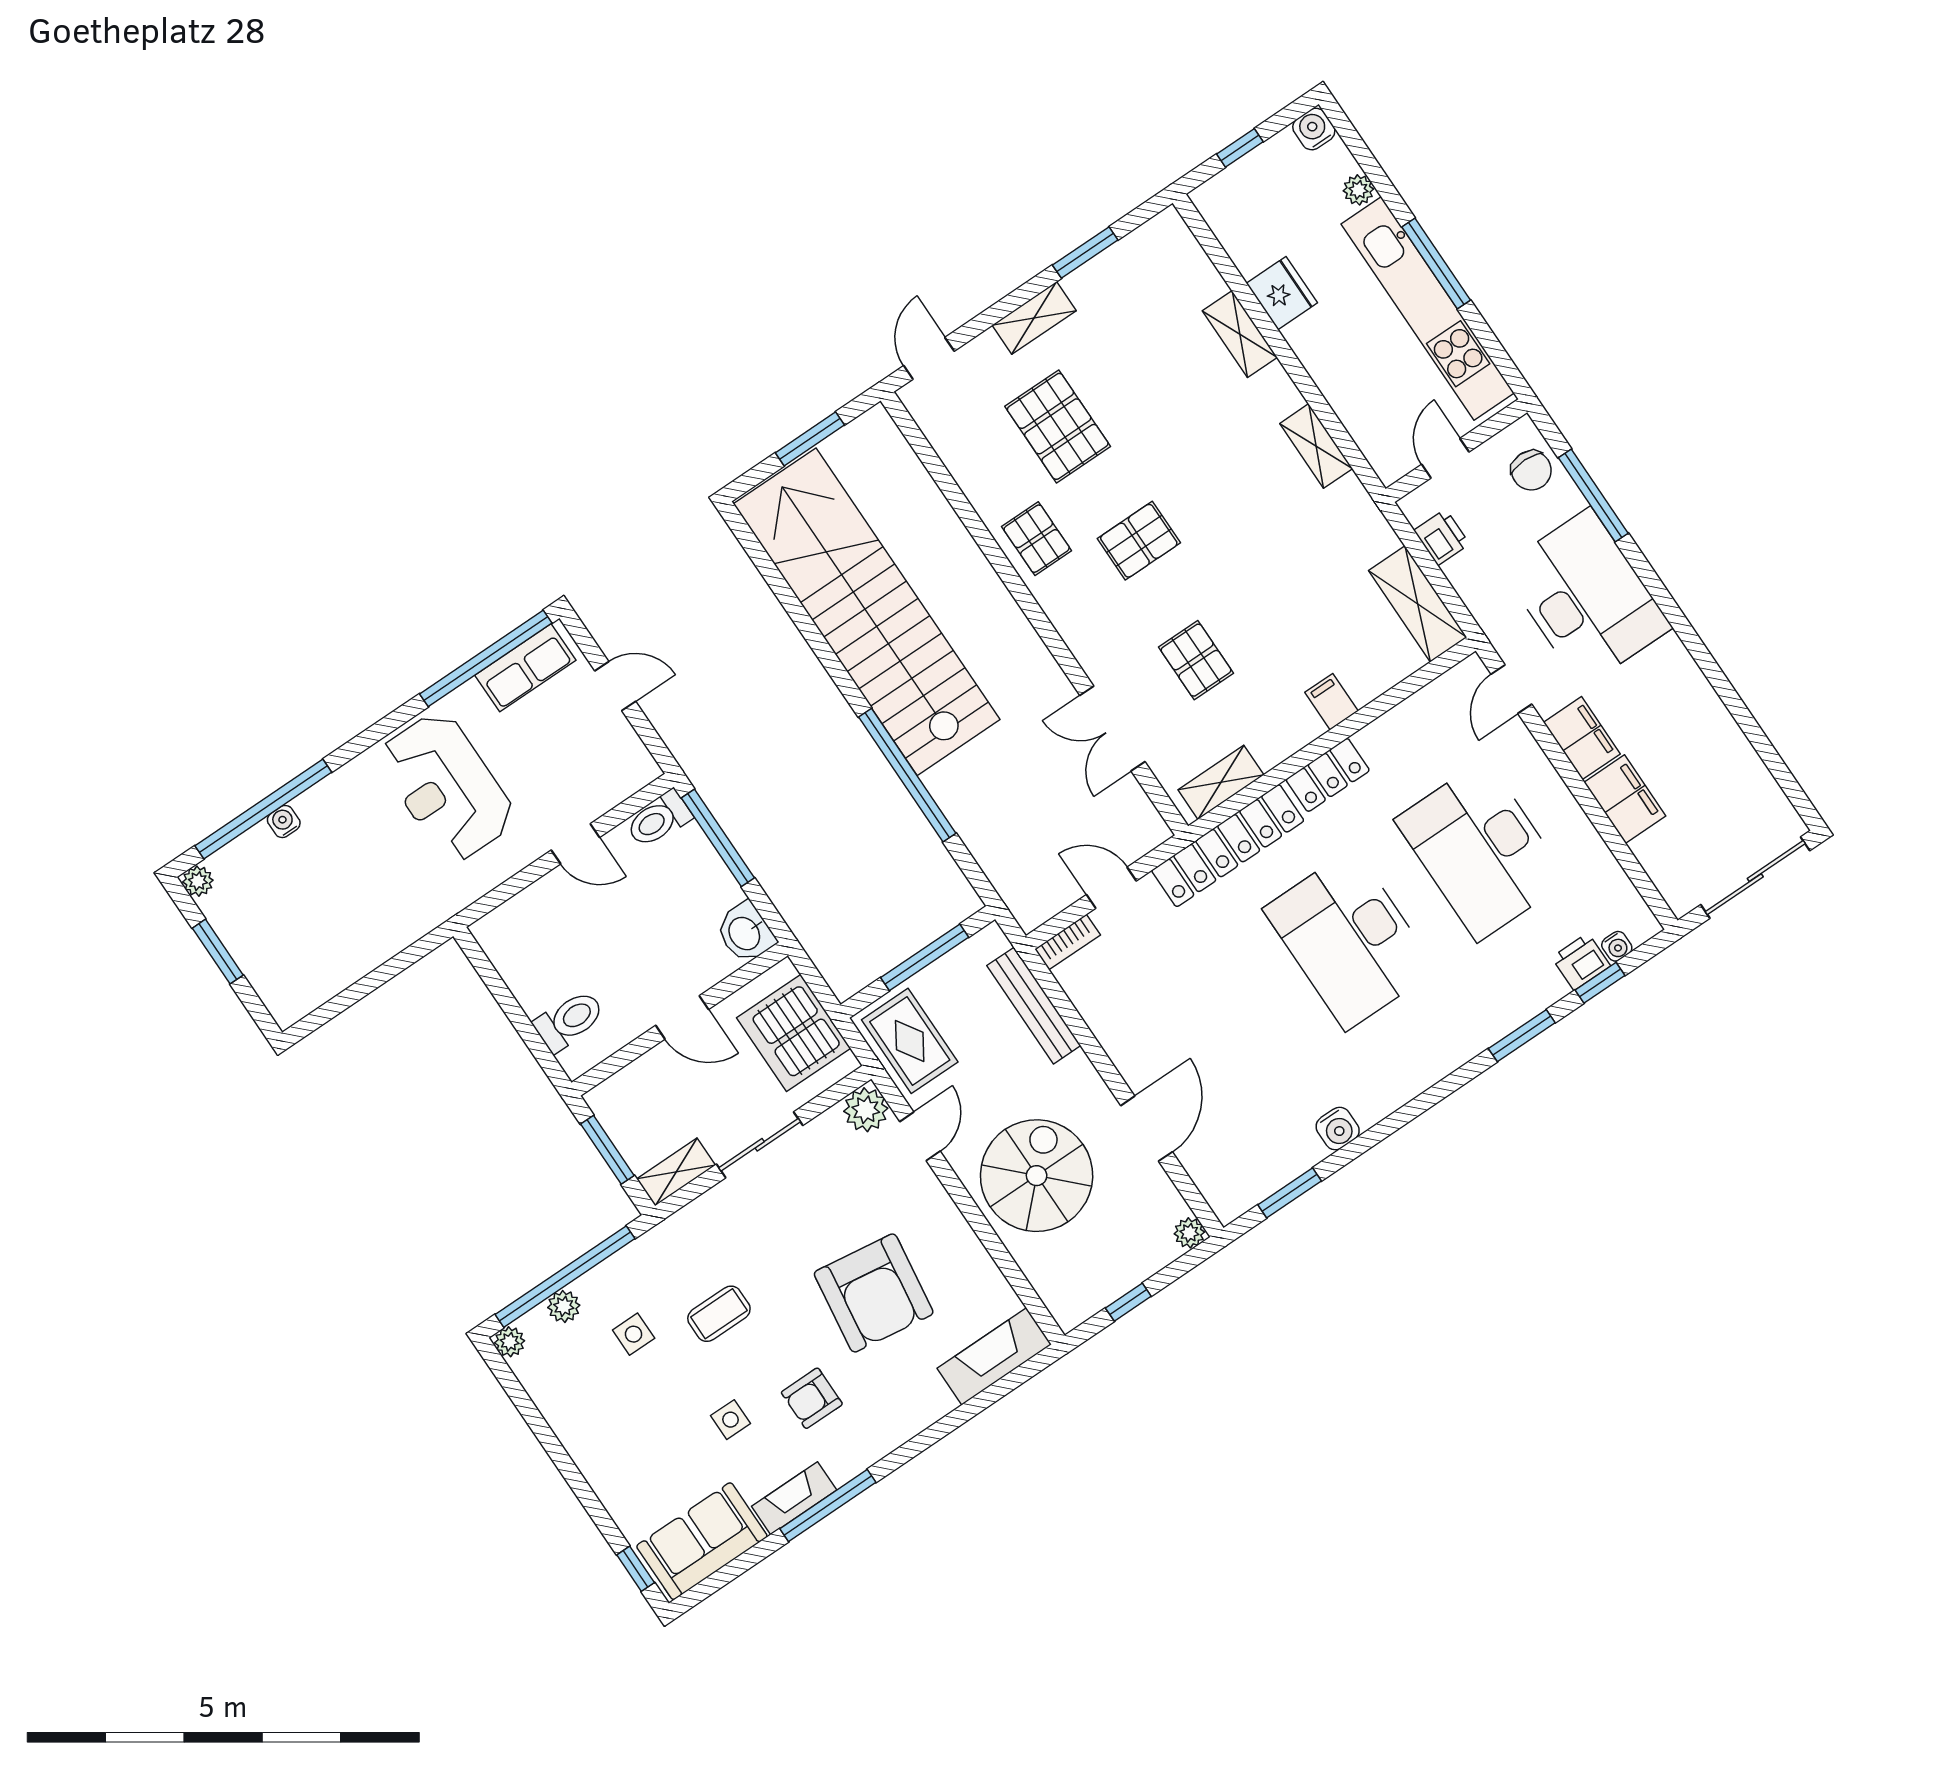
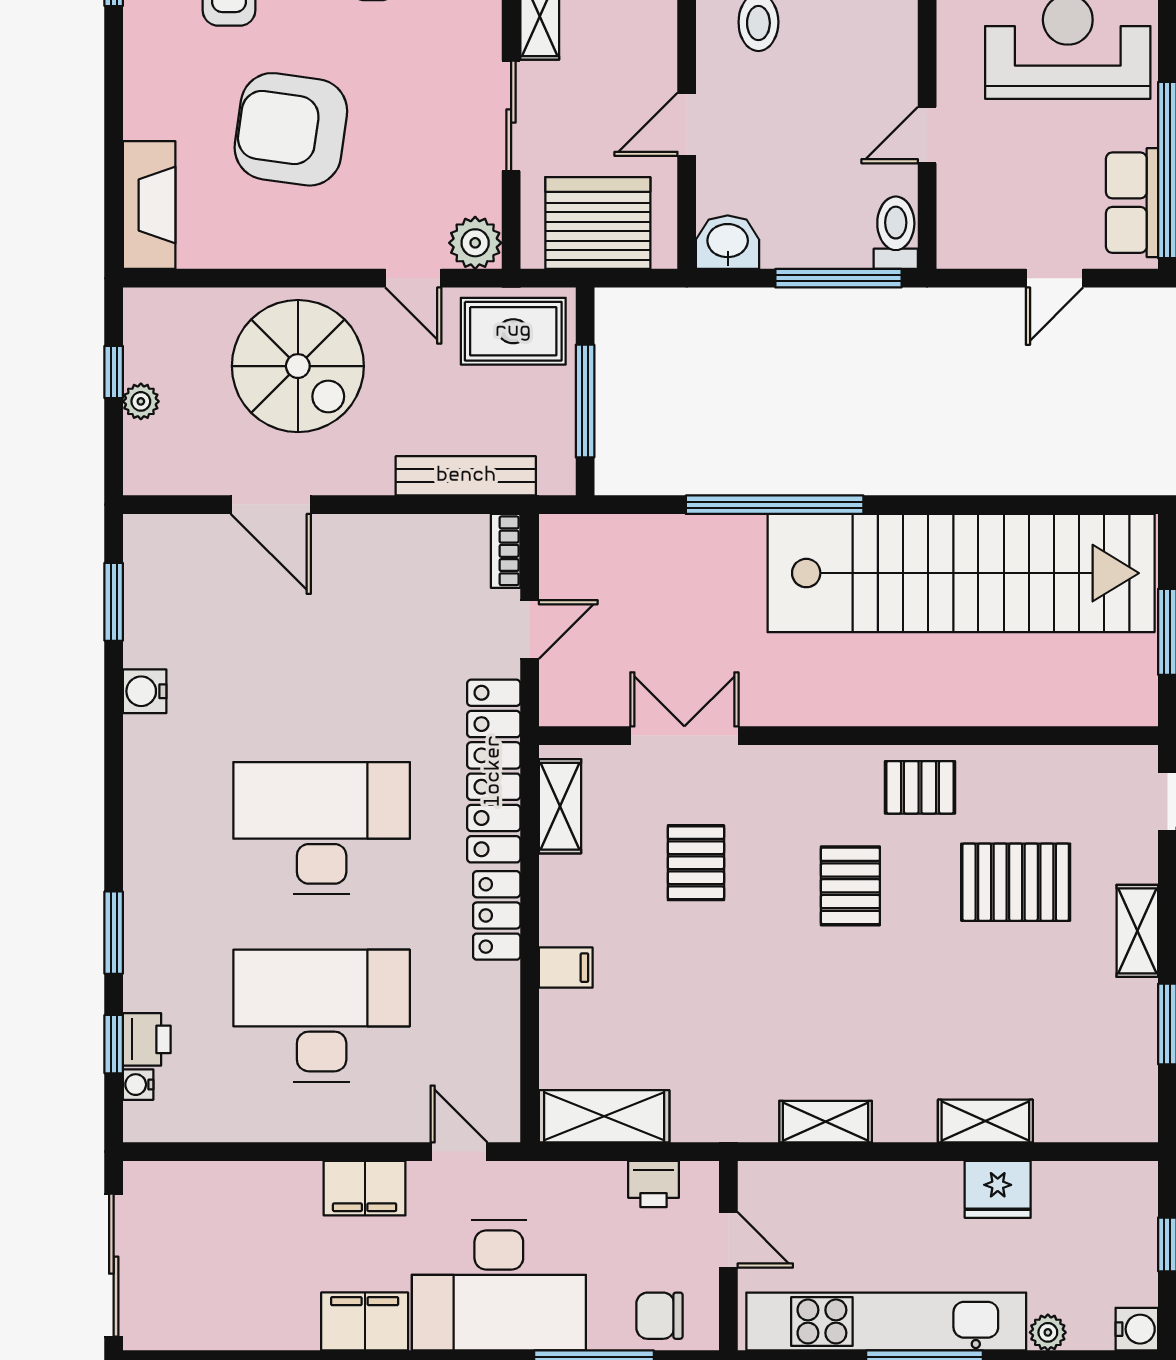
pallet: (1196, 660) -> (696, 863), turned 90
filing cabinet: (1625, 799) -> (365, 1321), moved, turned 180
plant: (1189, 1233) -> (141, 401), moved

